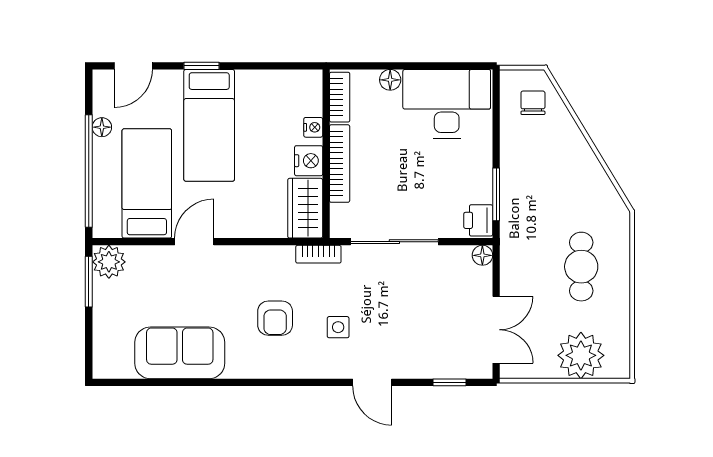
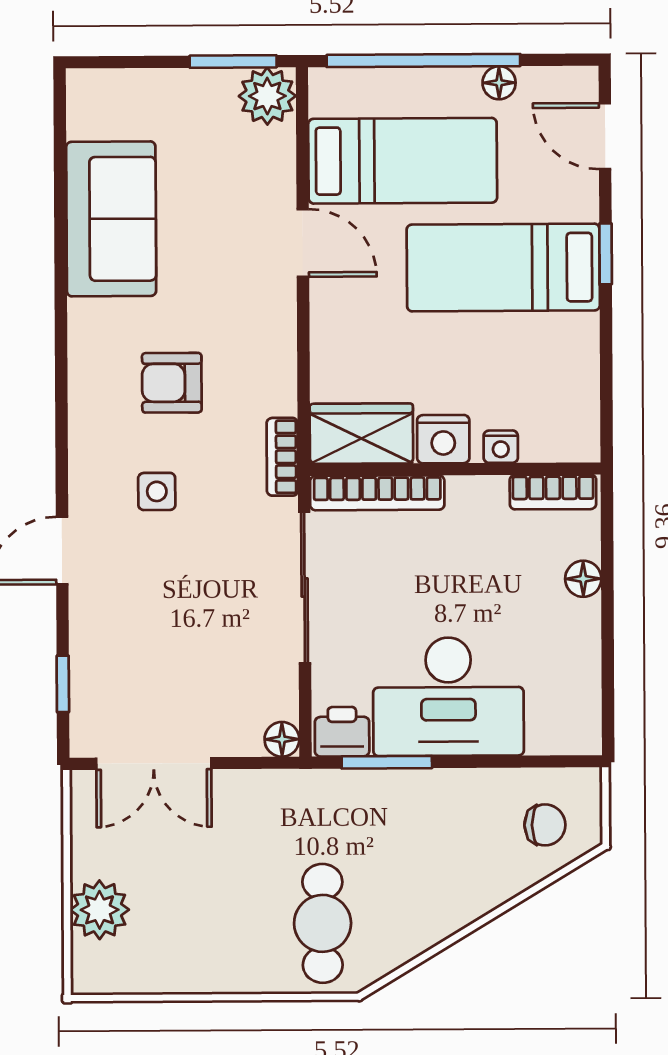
desk: (447, 104) -> (448, 697), moved, turned 90
bookcase: (340, 164) -> (377, 493), moved
cafe table: (581, 267) -> (323, 923), moved, turned 90
plant: (581, 355) -> (100, 910), width x0.73, depth x0.73

